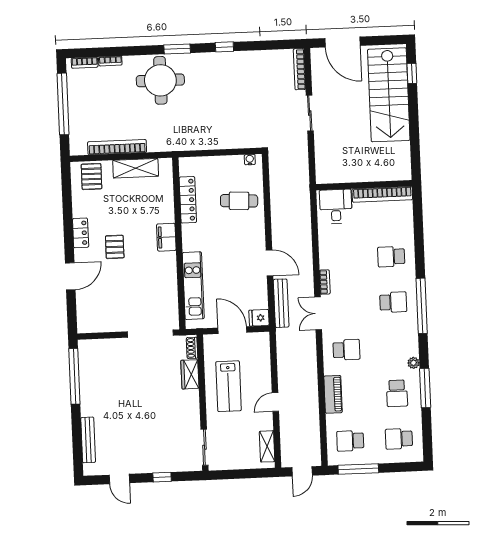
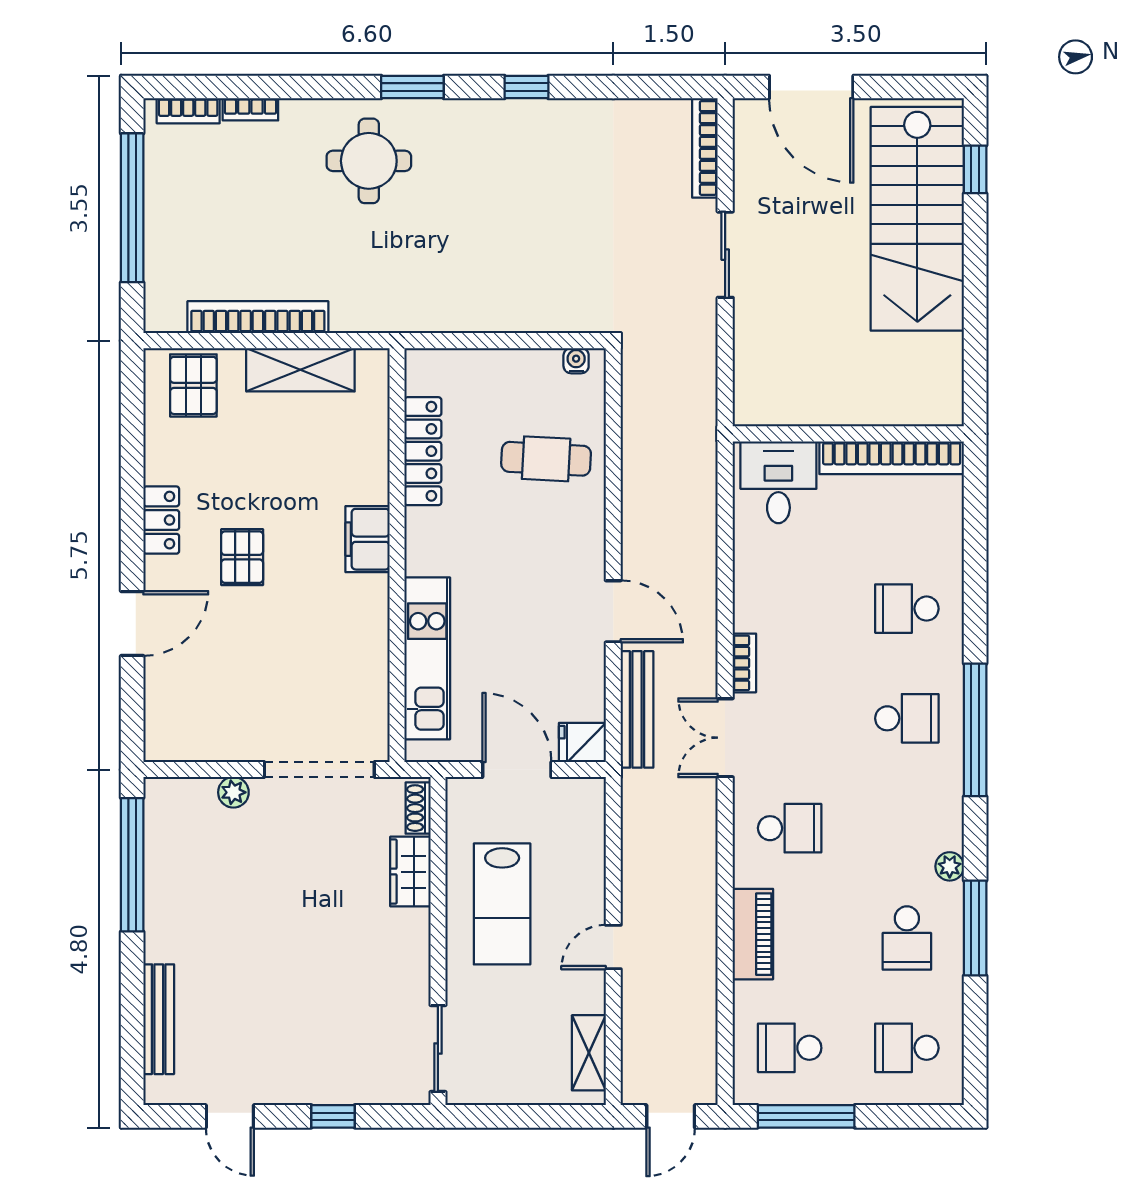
round table: (160, 80) -> (369, 161), width x0.73, depth x0.73
plant: (115, 345) -> (233, 792), added

